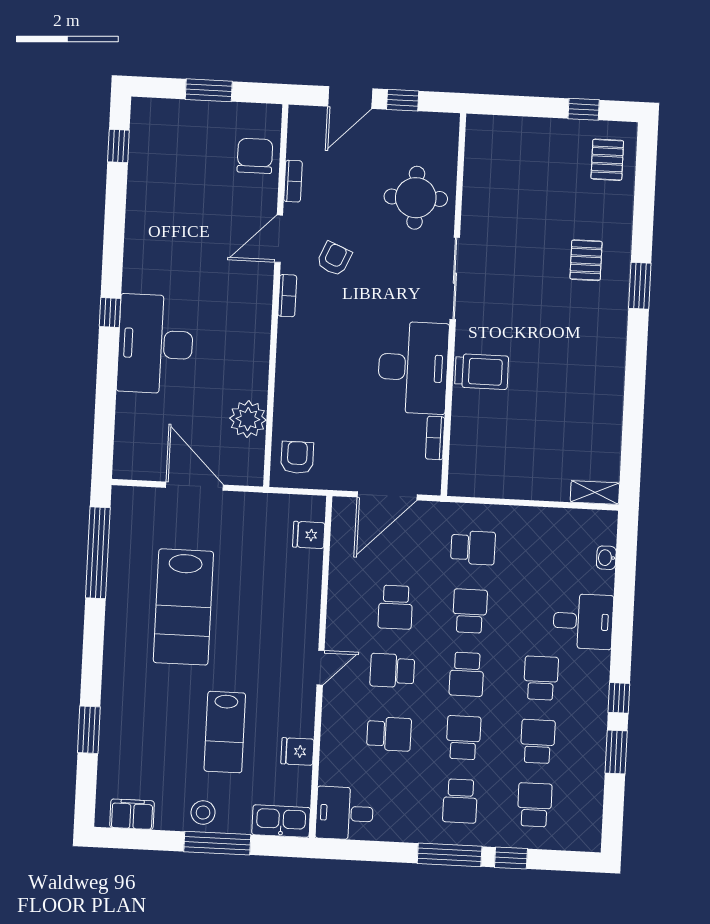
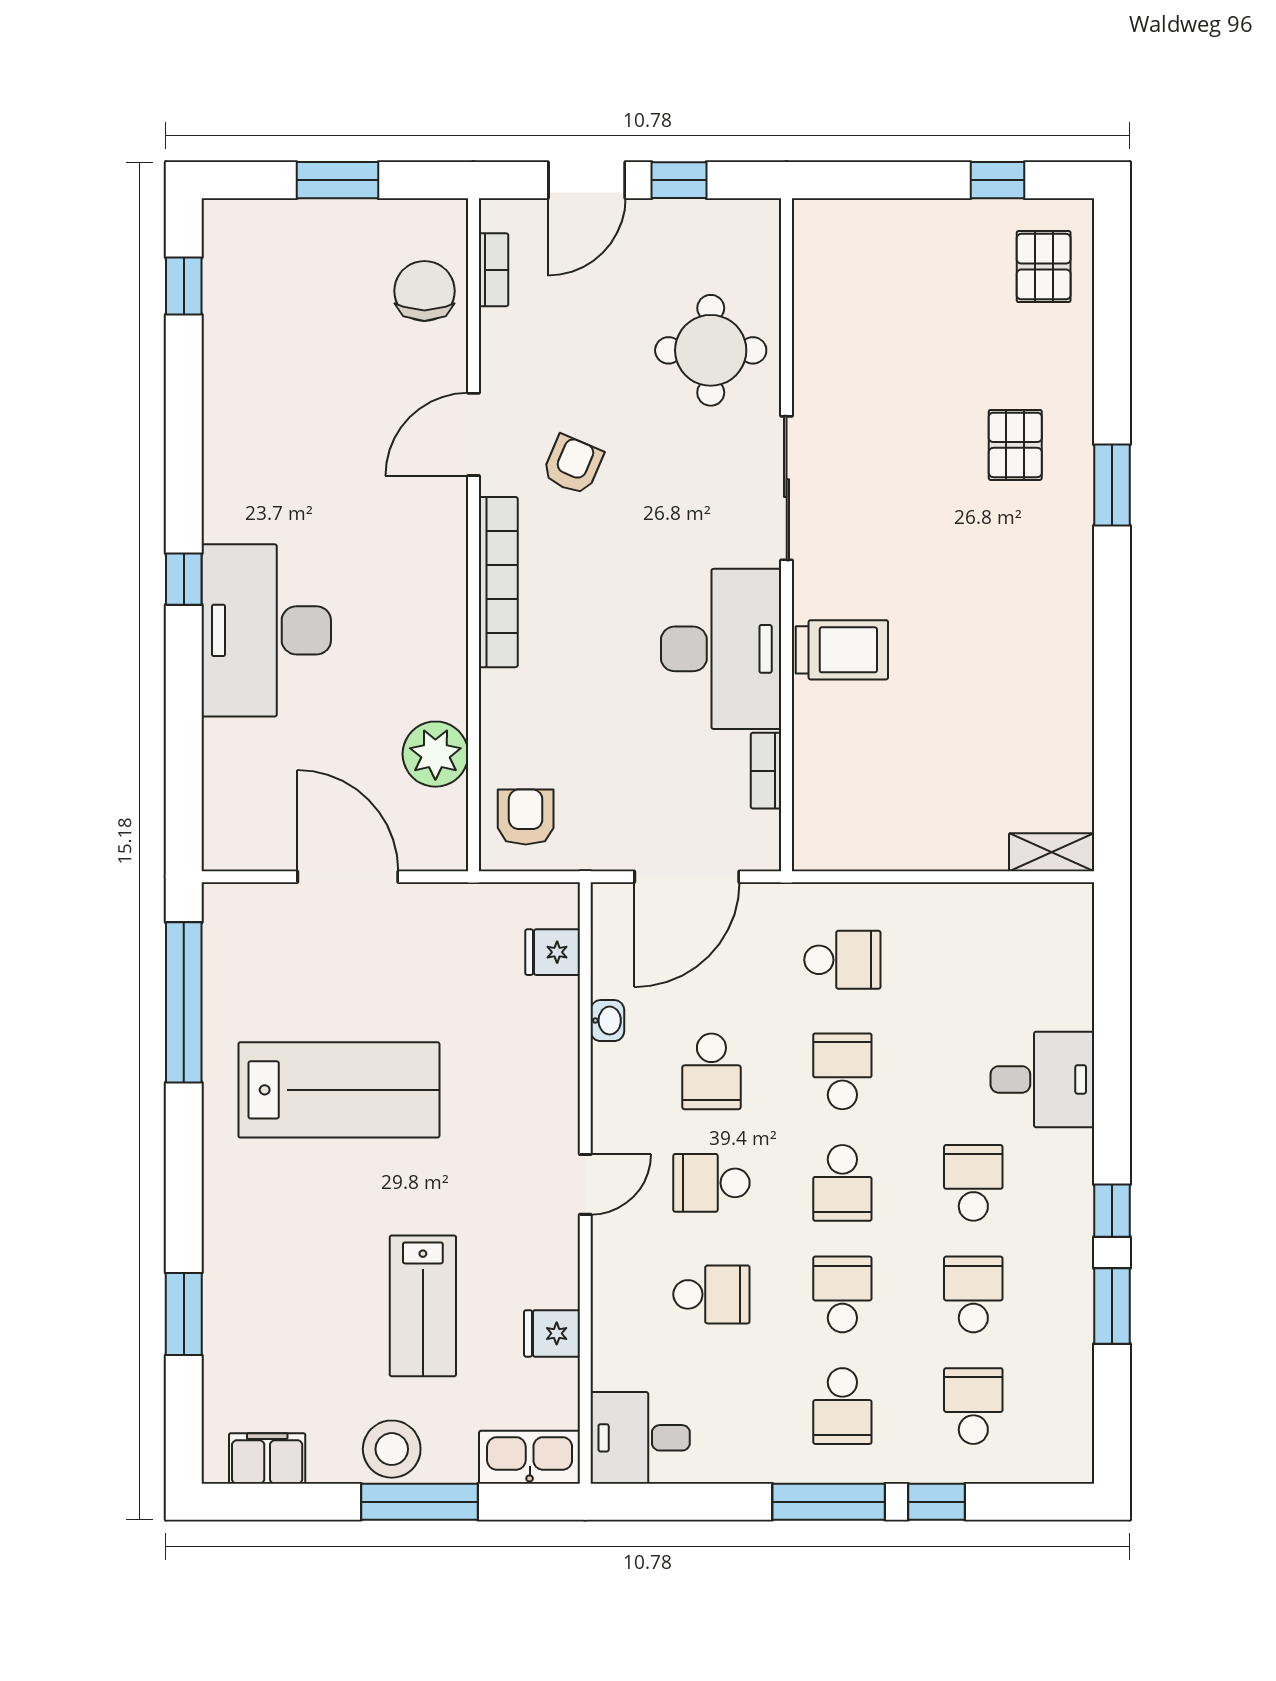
bookcase: (293, 181) -> (494, 270), moved
bookcase: (287, 296) -> (498, 582), width x2.31, depth x1.31
washbasin: (606, 558) -> (607, 1021), moved, turned 180
lab bench: (183, 607) -> (339, 1090), turned -90
stool: (203, 812) -> (392, 1449), width x1.38, depth x1.38

